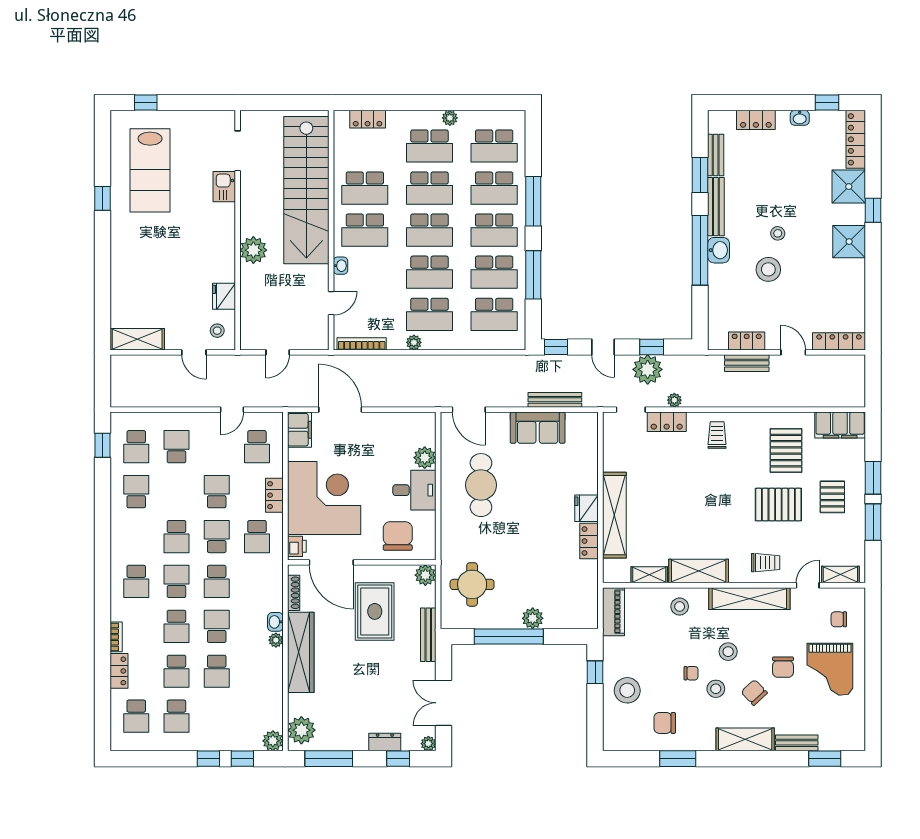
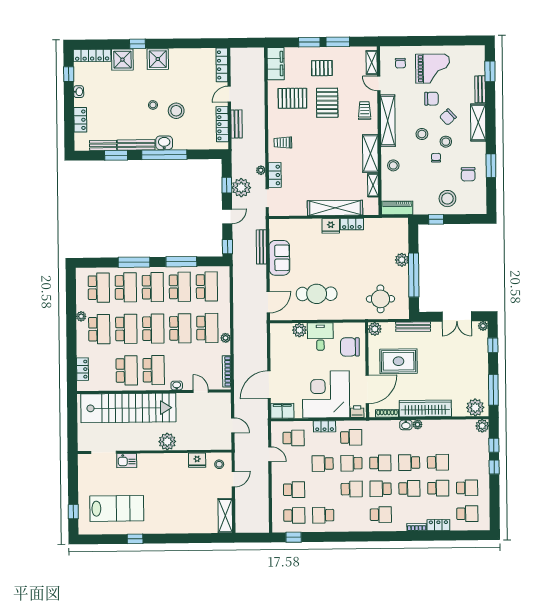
locker: (747, 341) -> (222, 124), width x1.53
school desk: (176, 447) -> (294, 490), turned 180
dresser: (385, 742) -> (482, 354), removed

